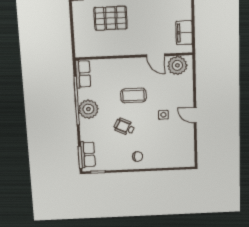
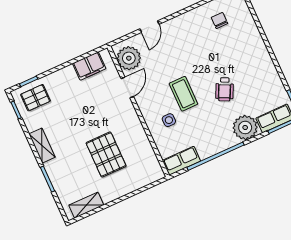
plant: (88, 109) -> (245, 127), moved
side table: (163, 115) -> (169, 120), moved
door: (195, 115) -> (149, 27), moved
chair: (138, 156) -> (219, 20), moved

